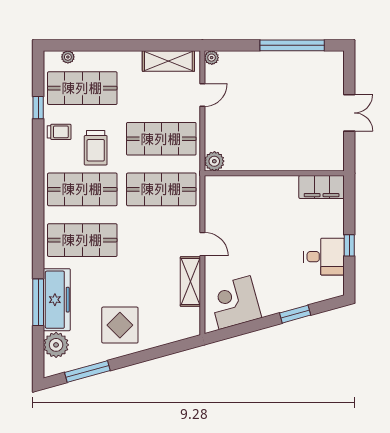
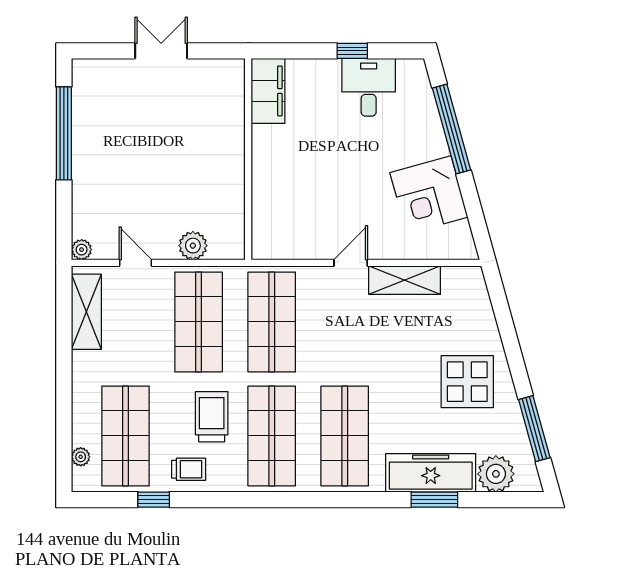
trolley: (59, 132) -> (189, 469), turned 90
trolley: (96, 148) -> (212, 417), turned -90
plant: (214, 161) -> (193, 246), moved
window: (38, 302) -> (434, 500), width x0.69
corner desk: (235, 303) -> (429, 195), moved
window: (295, 314) -> (451, 129), width x2.11

